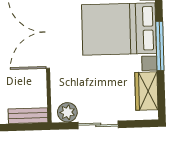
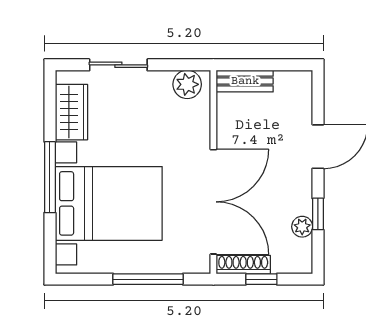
sliding door: (98, 125) -> (118, 65), moved

